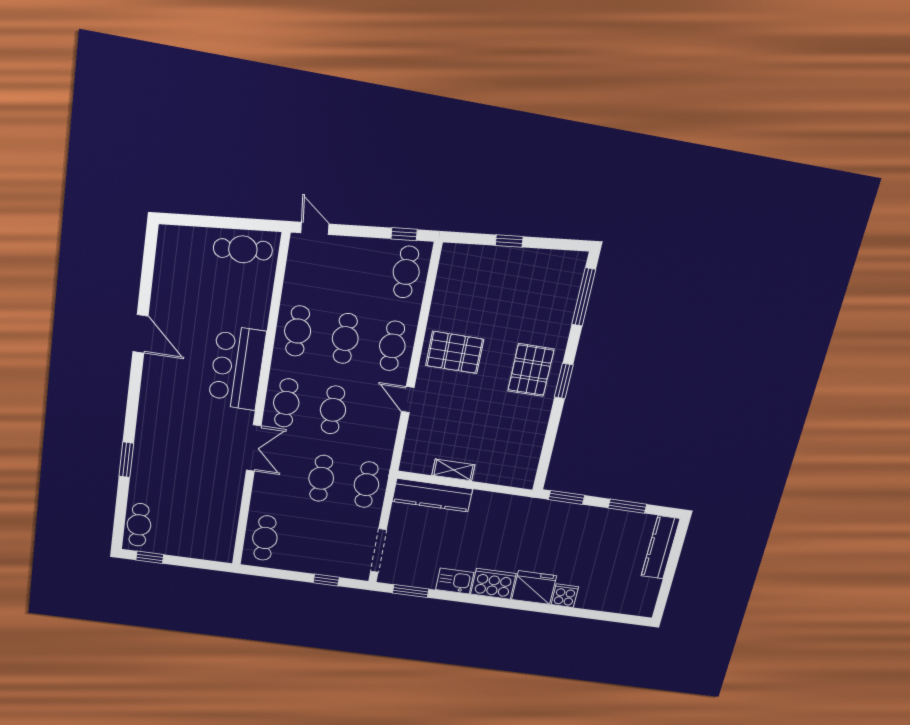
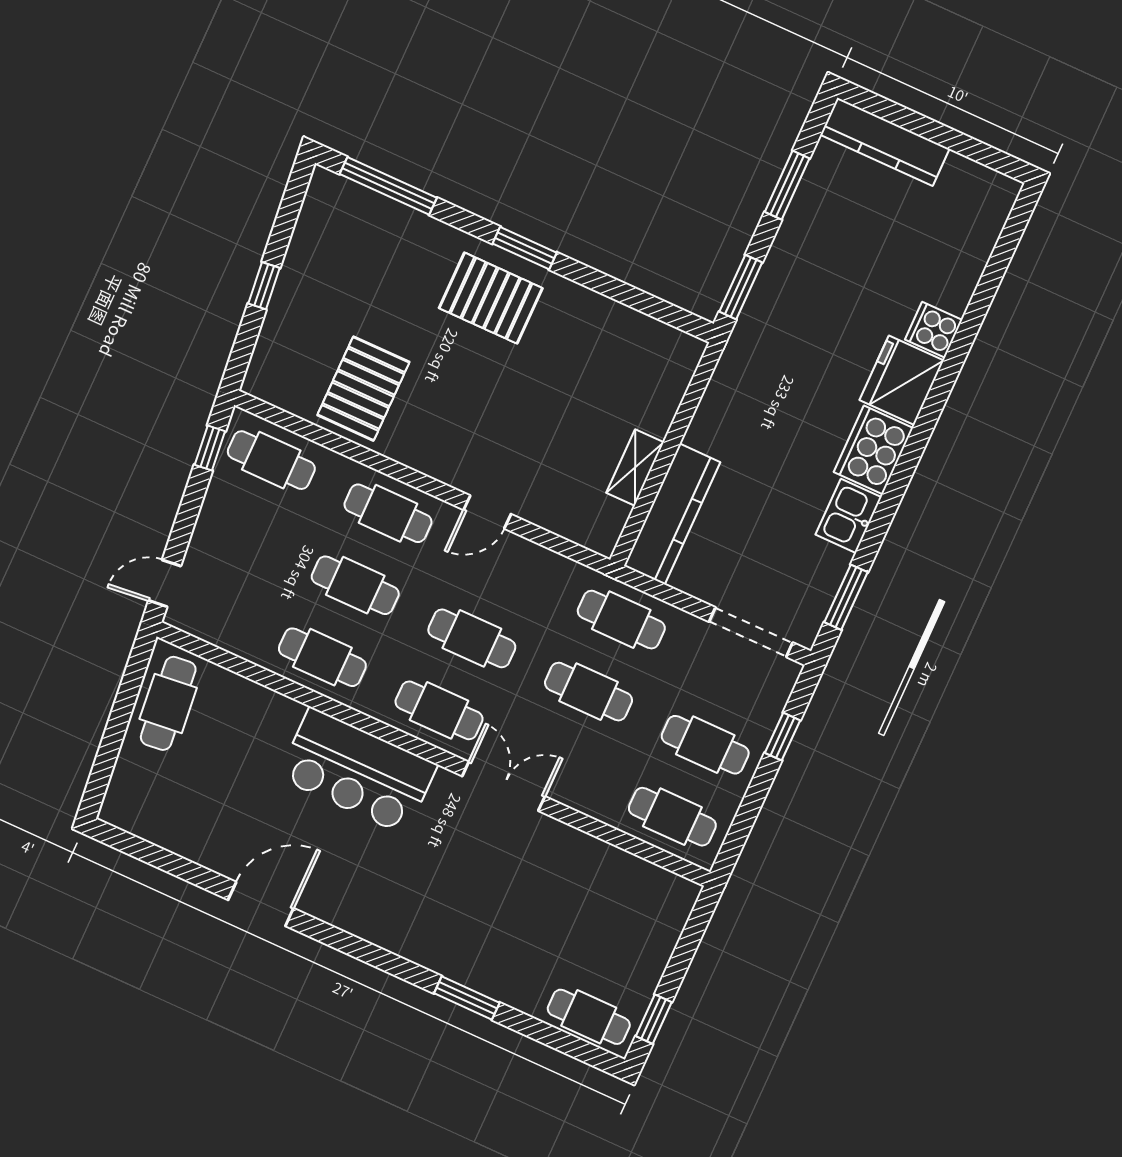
pallet: (455, 352) -> (363, 389), moved
cafe table: (310, 544) -> (705, 745), added

